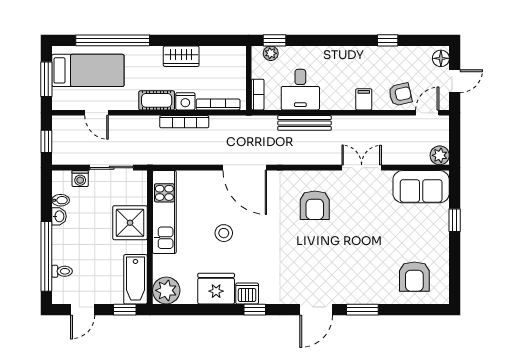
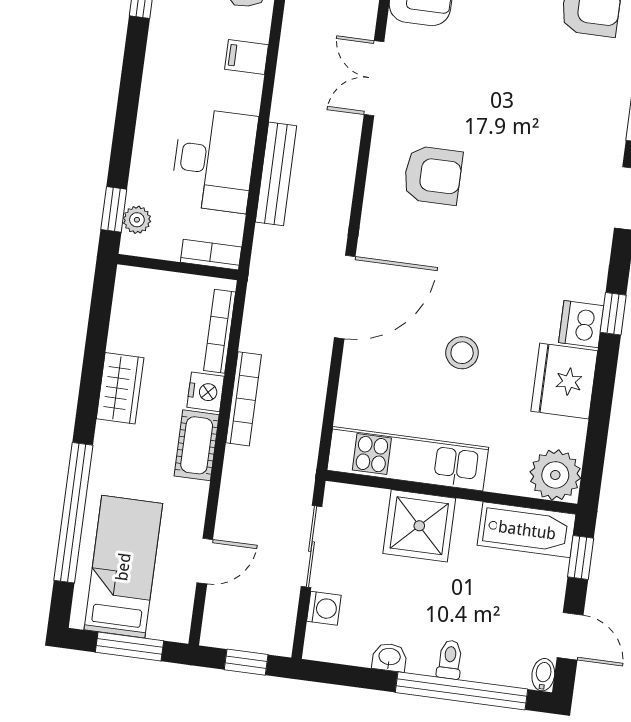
desk: (300, 90) -> (214, 160), width x1.37
bidet: (61, 200) -> (543, 675), moved
toilet: (62, 271) -> (450, 660), moved

